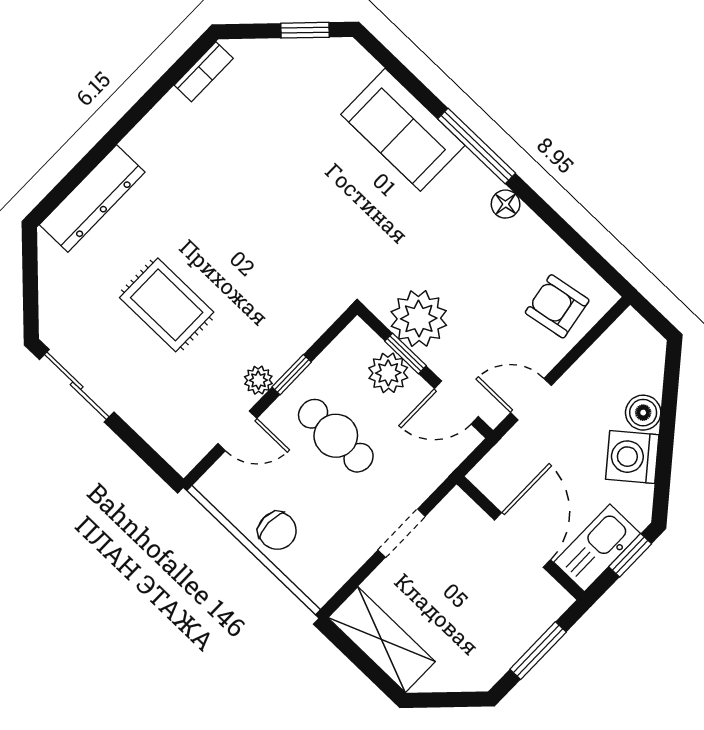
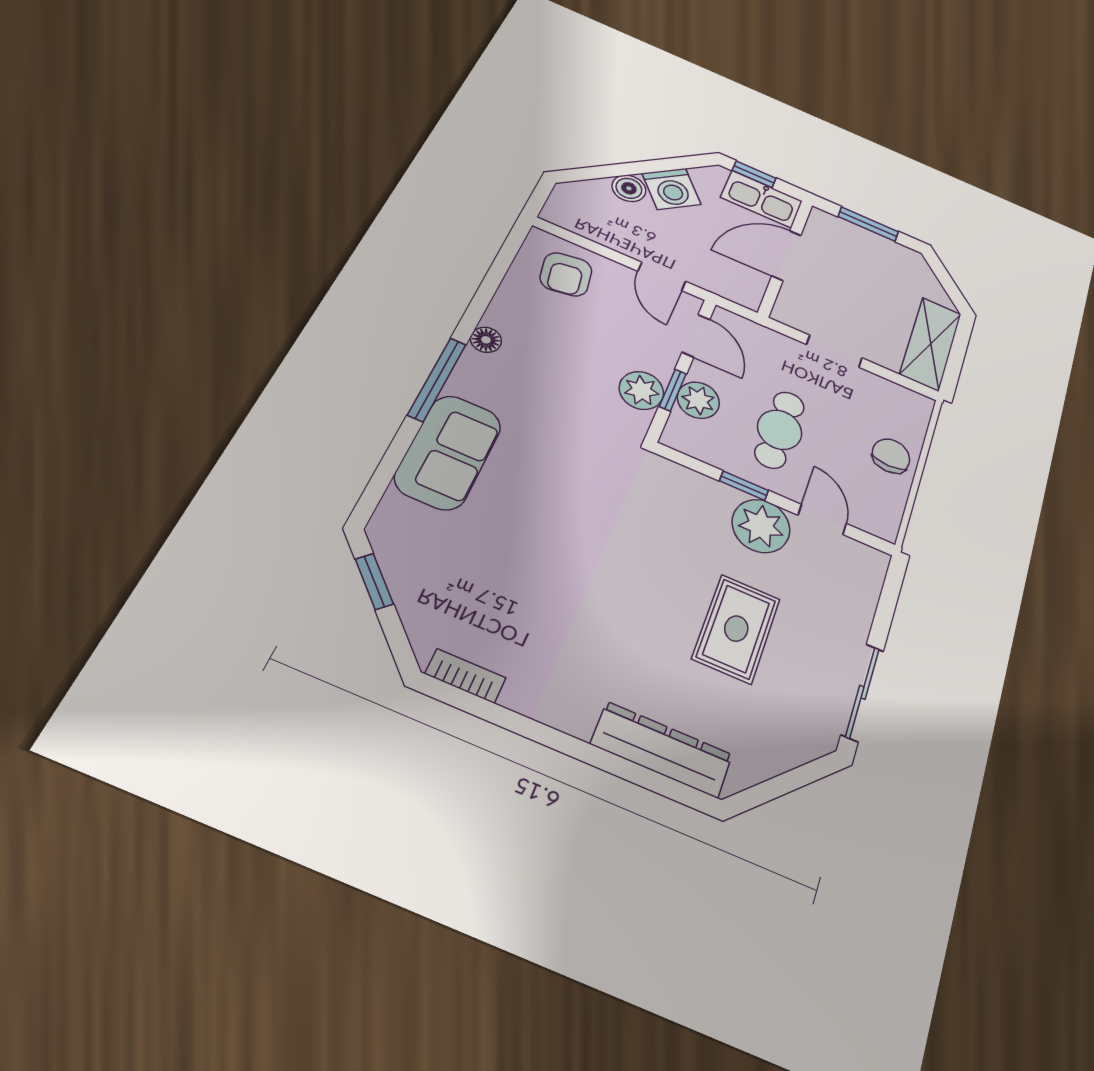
plant: (419, 319) -> (641, 390), width x0.73, depth x0.73
plant: (258, 380) -> (761, 526), width x1.88, depth x1.88

